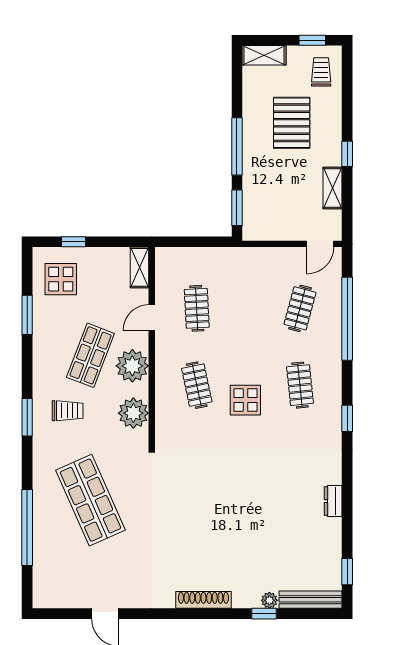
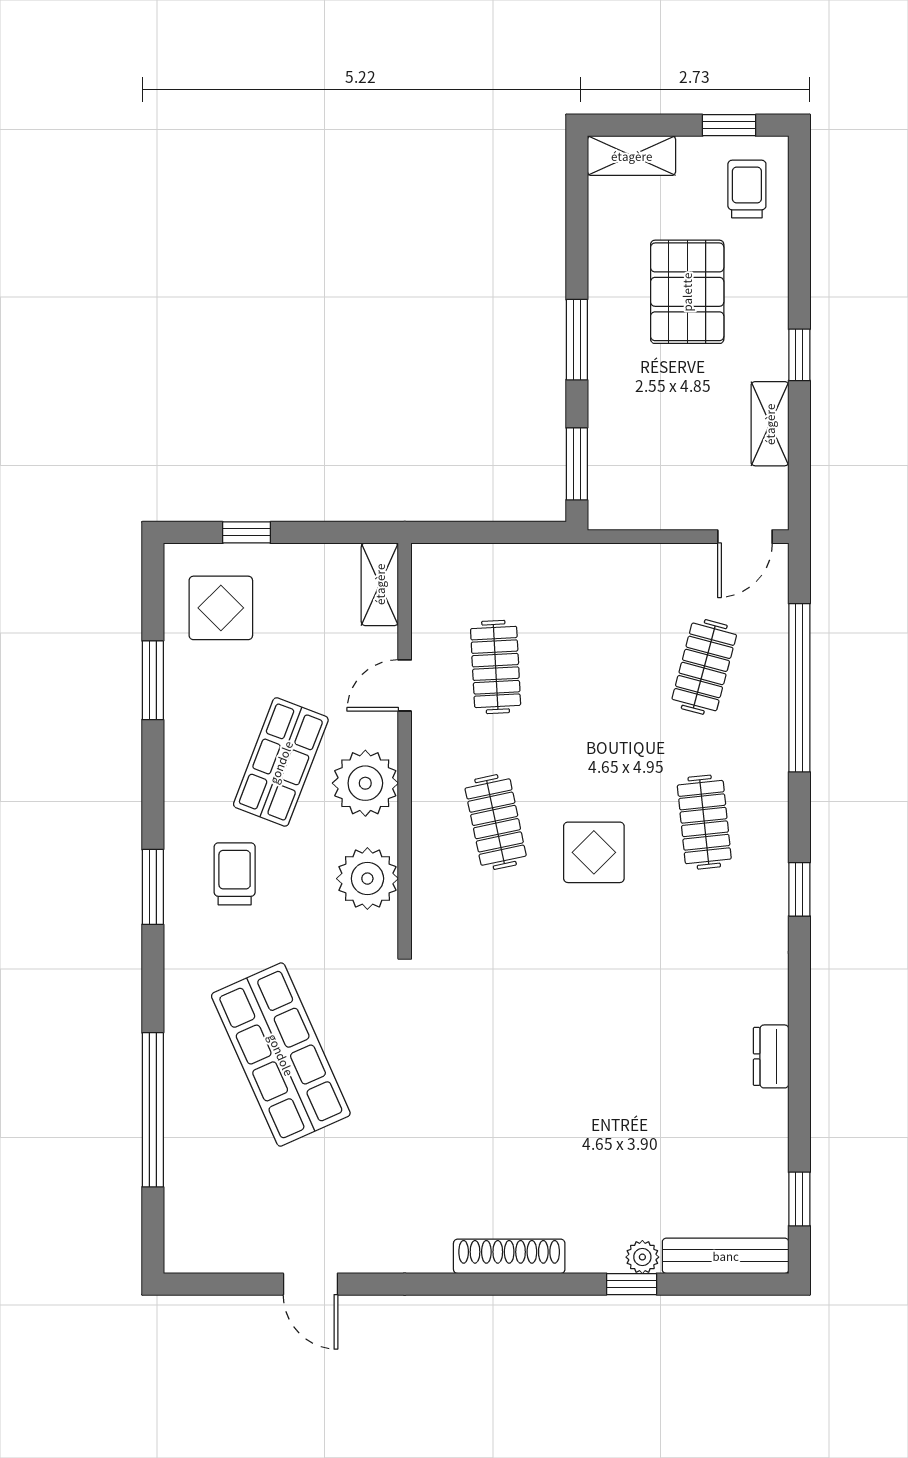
window: (237, 146) -> (577, 340), width x0.69
trolley: (68, 411) -> (235, 874), turned -90

